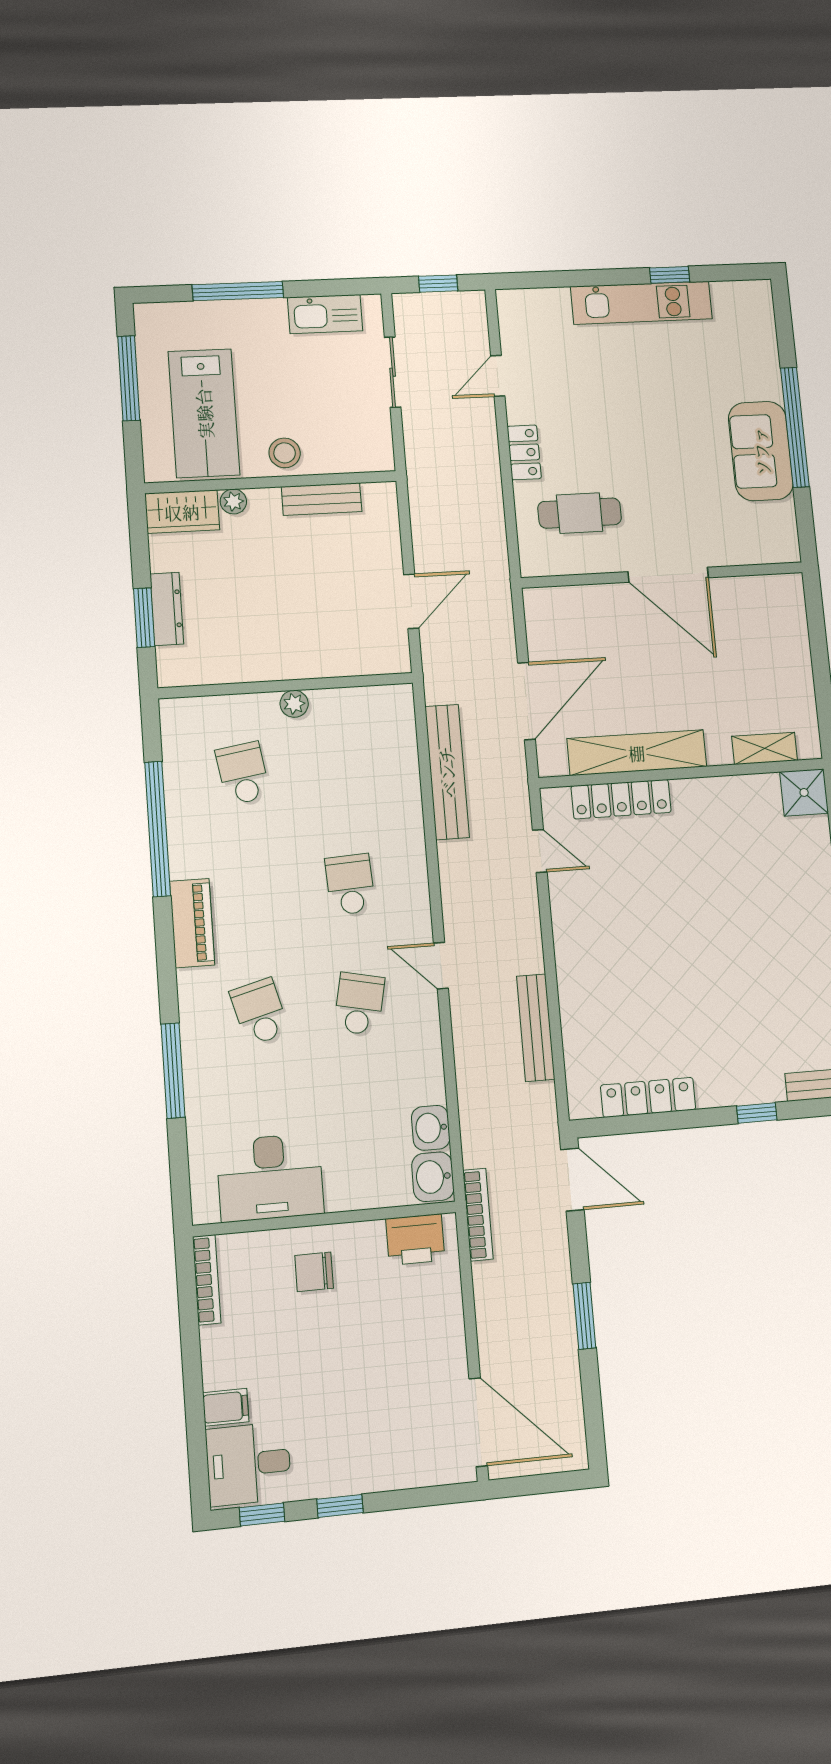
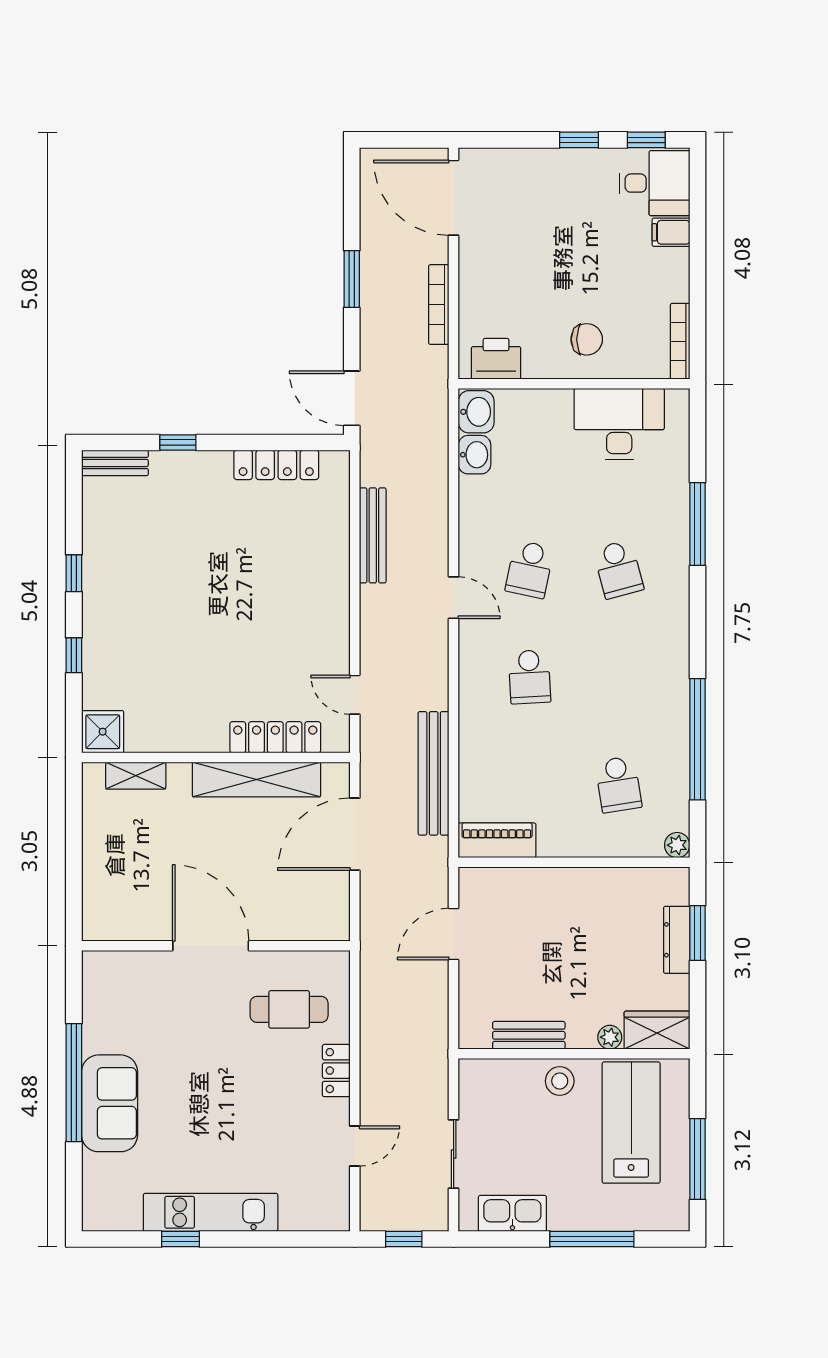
sofa: (761, 451) -> (110, 1103), moved
plant: (294, 704) -> (677, 845), moved
piano: (192, 923) -> (497, 840), moved, turned 90
bookcase: (478, 1215) -> (439, 305), moved

